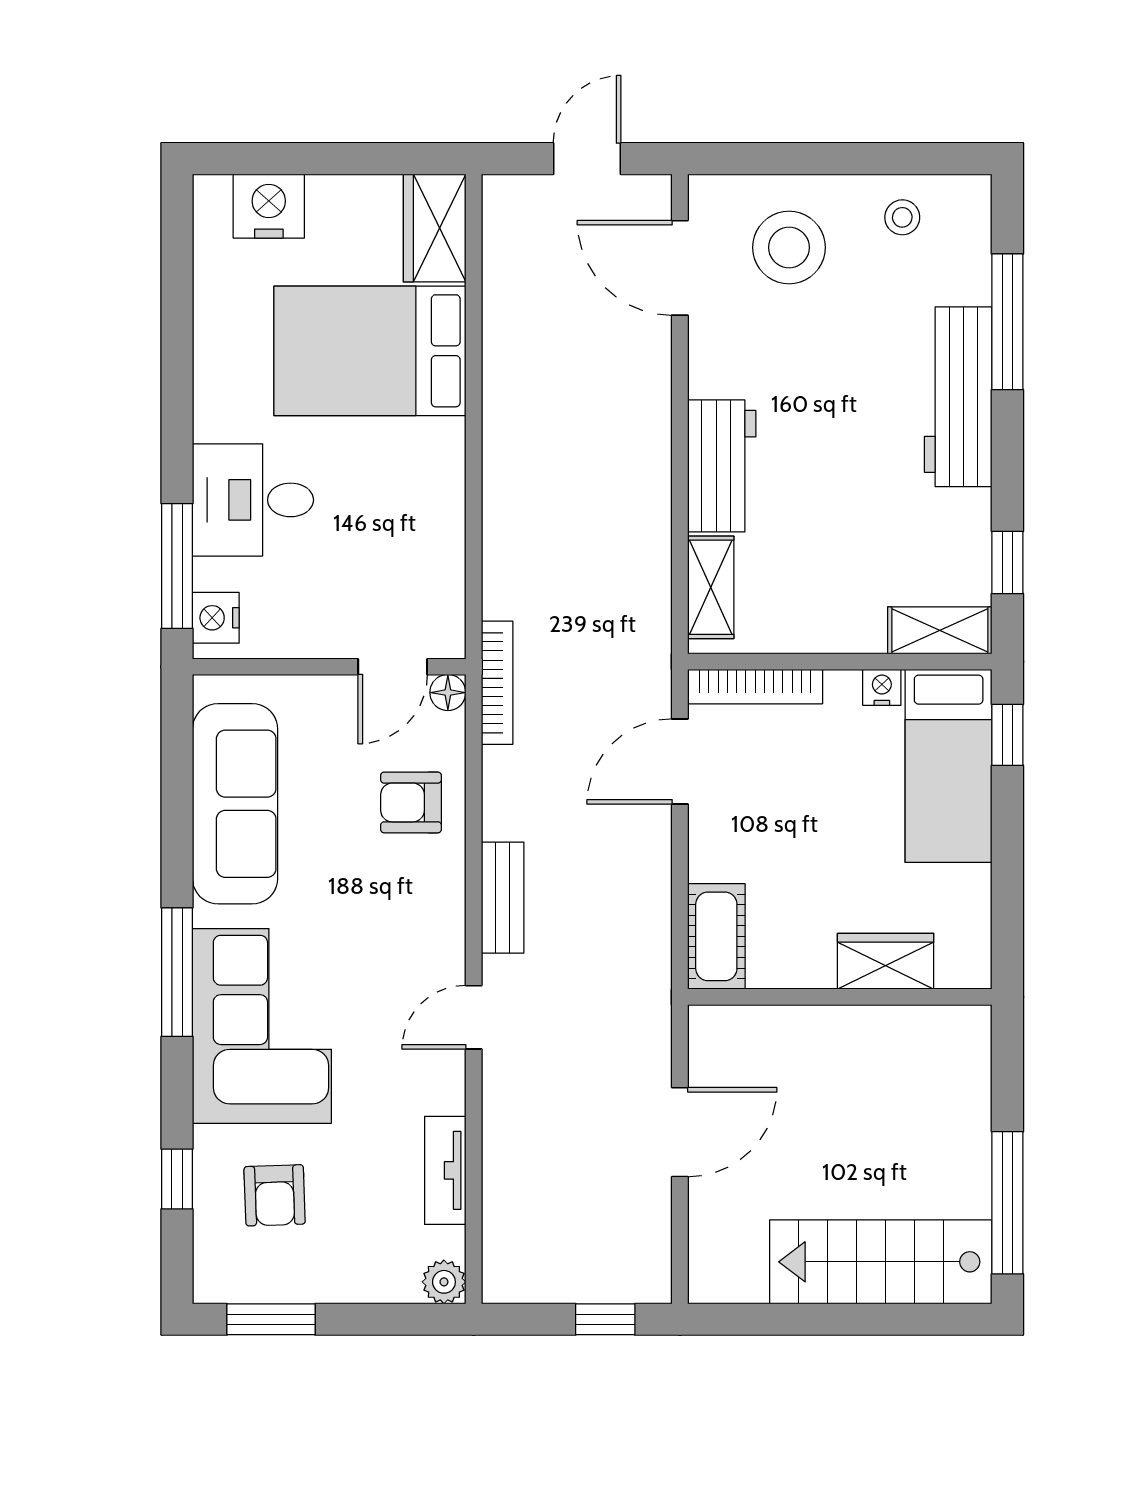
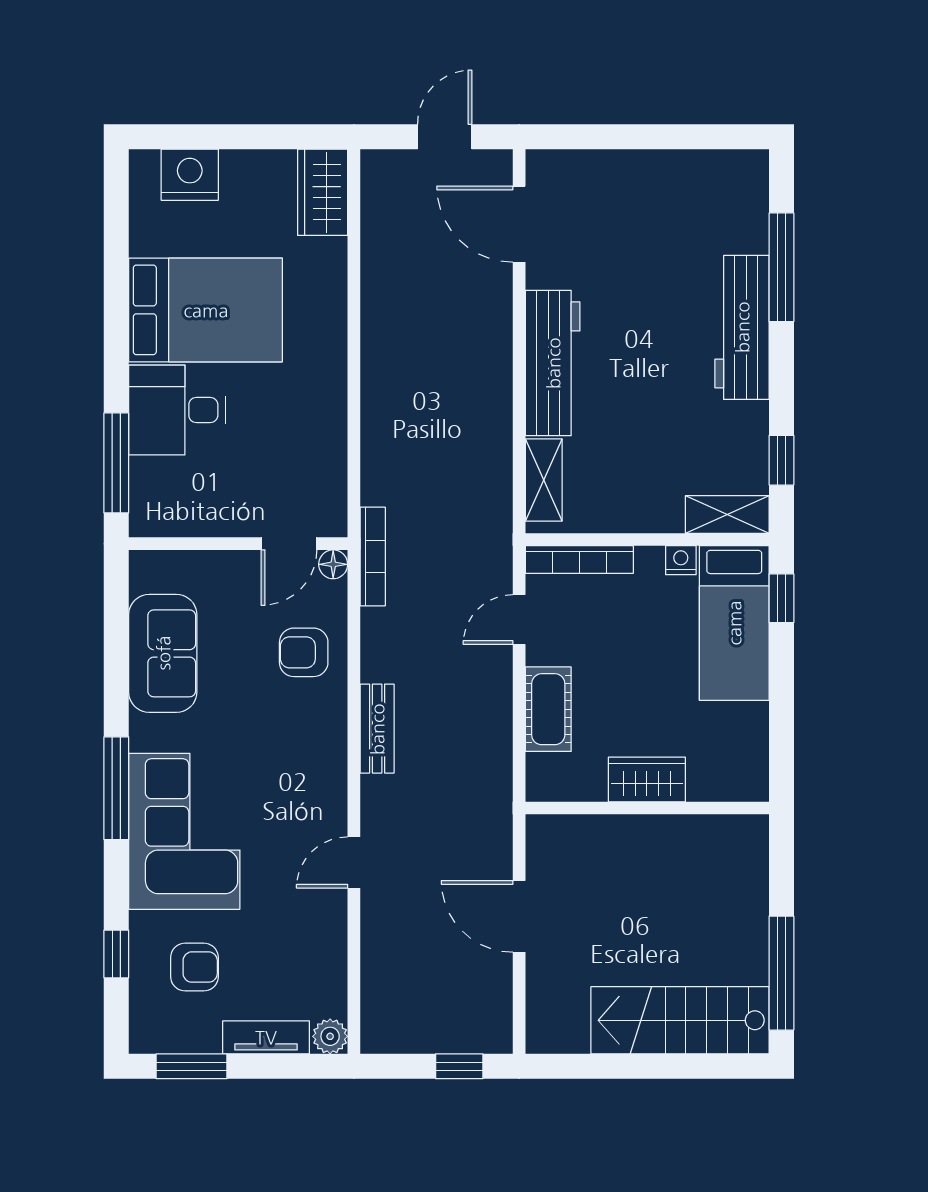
stool: (902, 217) -> (697, 184), removed
stool: (789, 247) -> (606, 208), removed
bed: (370, 351) -> (206, 310), moved, turned 180
workbench: (722, 466) -> (553, 363), width x1.38
nightstand: (216, 618) -> (147, 504), removed
door: (680, 762) -> (519, 620), width x0.73
sofa: (235, 804) -> (163, 653), width x0.73
cot: (716, 936) -> (548, 709), moved
wardrobe: (886, 961) -> (647, 779), moved
door: (474, 1017) -> (354, 863), moved
door: (680, 1132) -> (519, 916), swing flipped
tv unit: (445, 1170) -> (266, 1037), moved, turned 90
armchair: (275, 1195) -> (194, 967), turned -88

